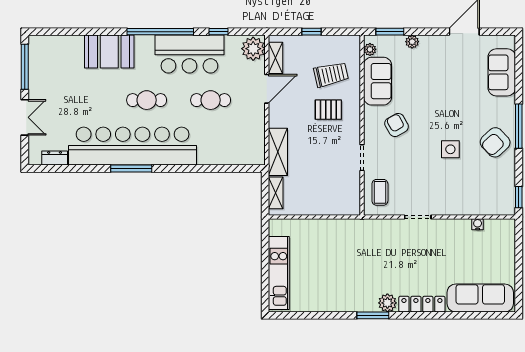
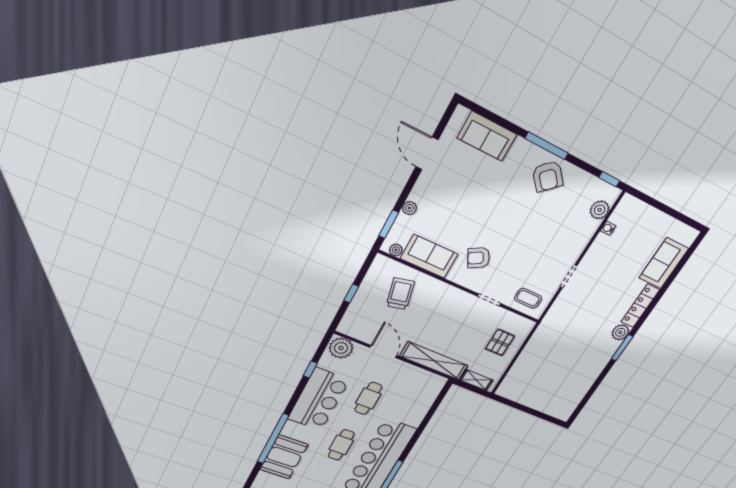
window: (160, 32) -> (273, 439), moved
shelving: (276, 58) -> (359, 333), removed
pallet: (328, 110) -> (500, 342), moved
side table: (450, 149) -> (529, 220), removed
shelving: (278, 152) -> (434, 361), width x1.47
plant: (489, 206) -> (600, 210), added
kitchen unit: (279, 273) -> (542, 403), removed
sofa: (480, 298) -> (664, 263), width x0.73

